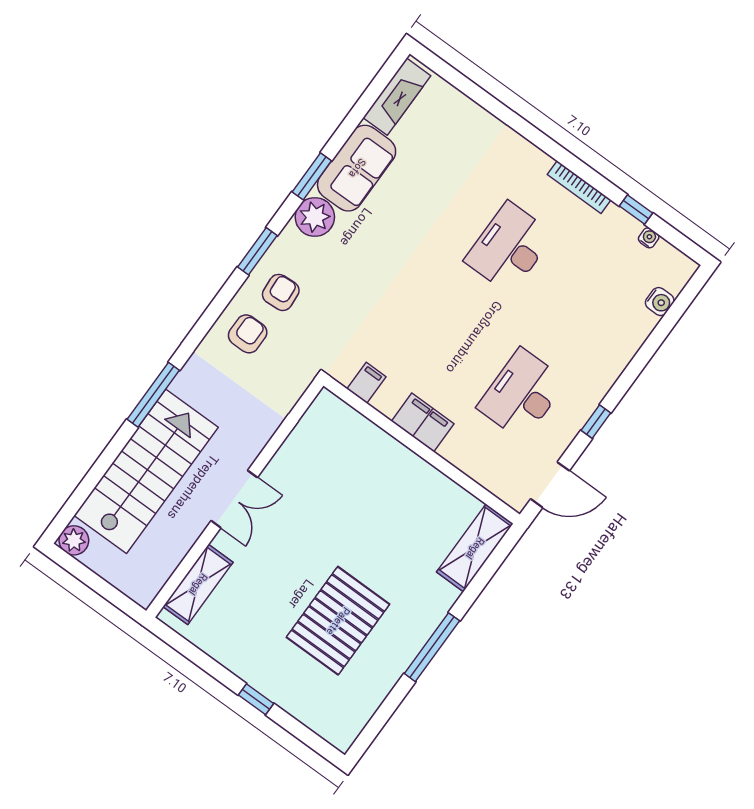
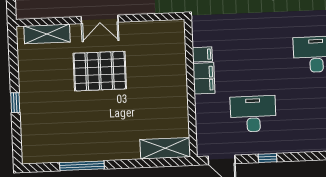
filing cabinet: (366, 383) -> (202, 54), moved
pallet: (338, 621) -> (100, 71), moved
window: (432, 647) -> (82, 166), moved

